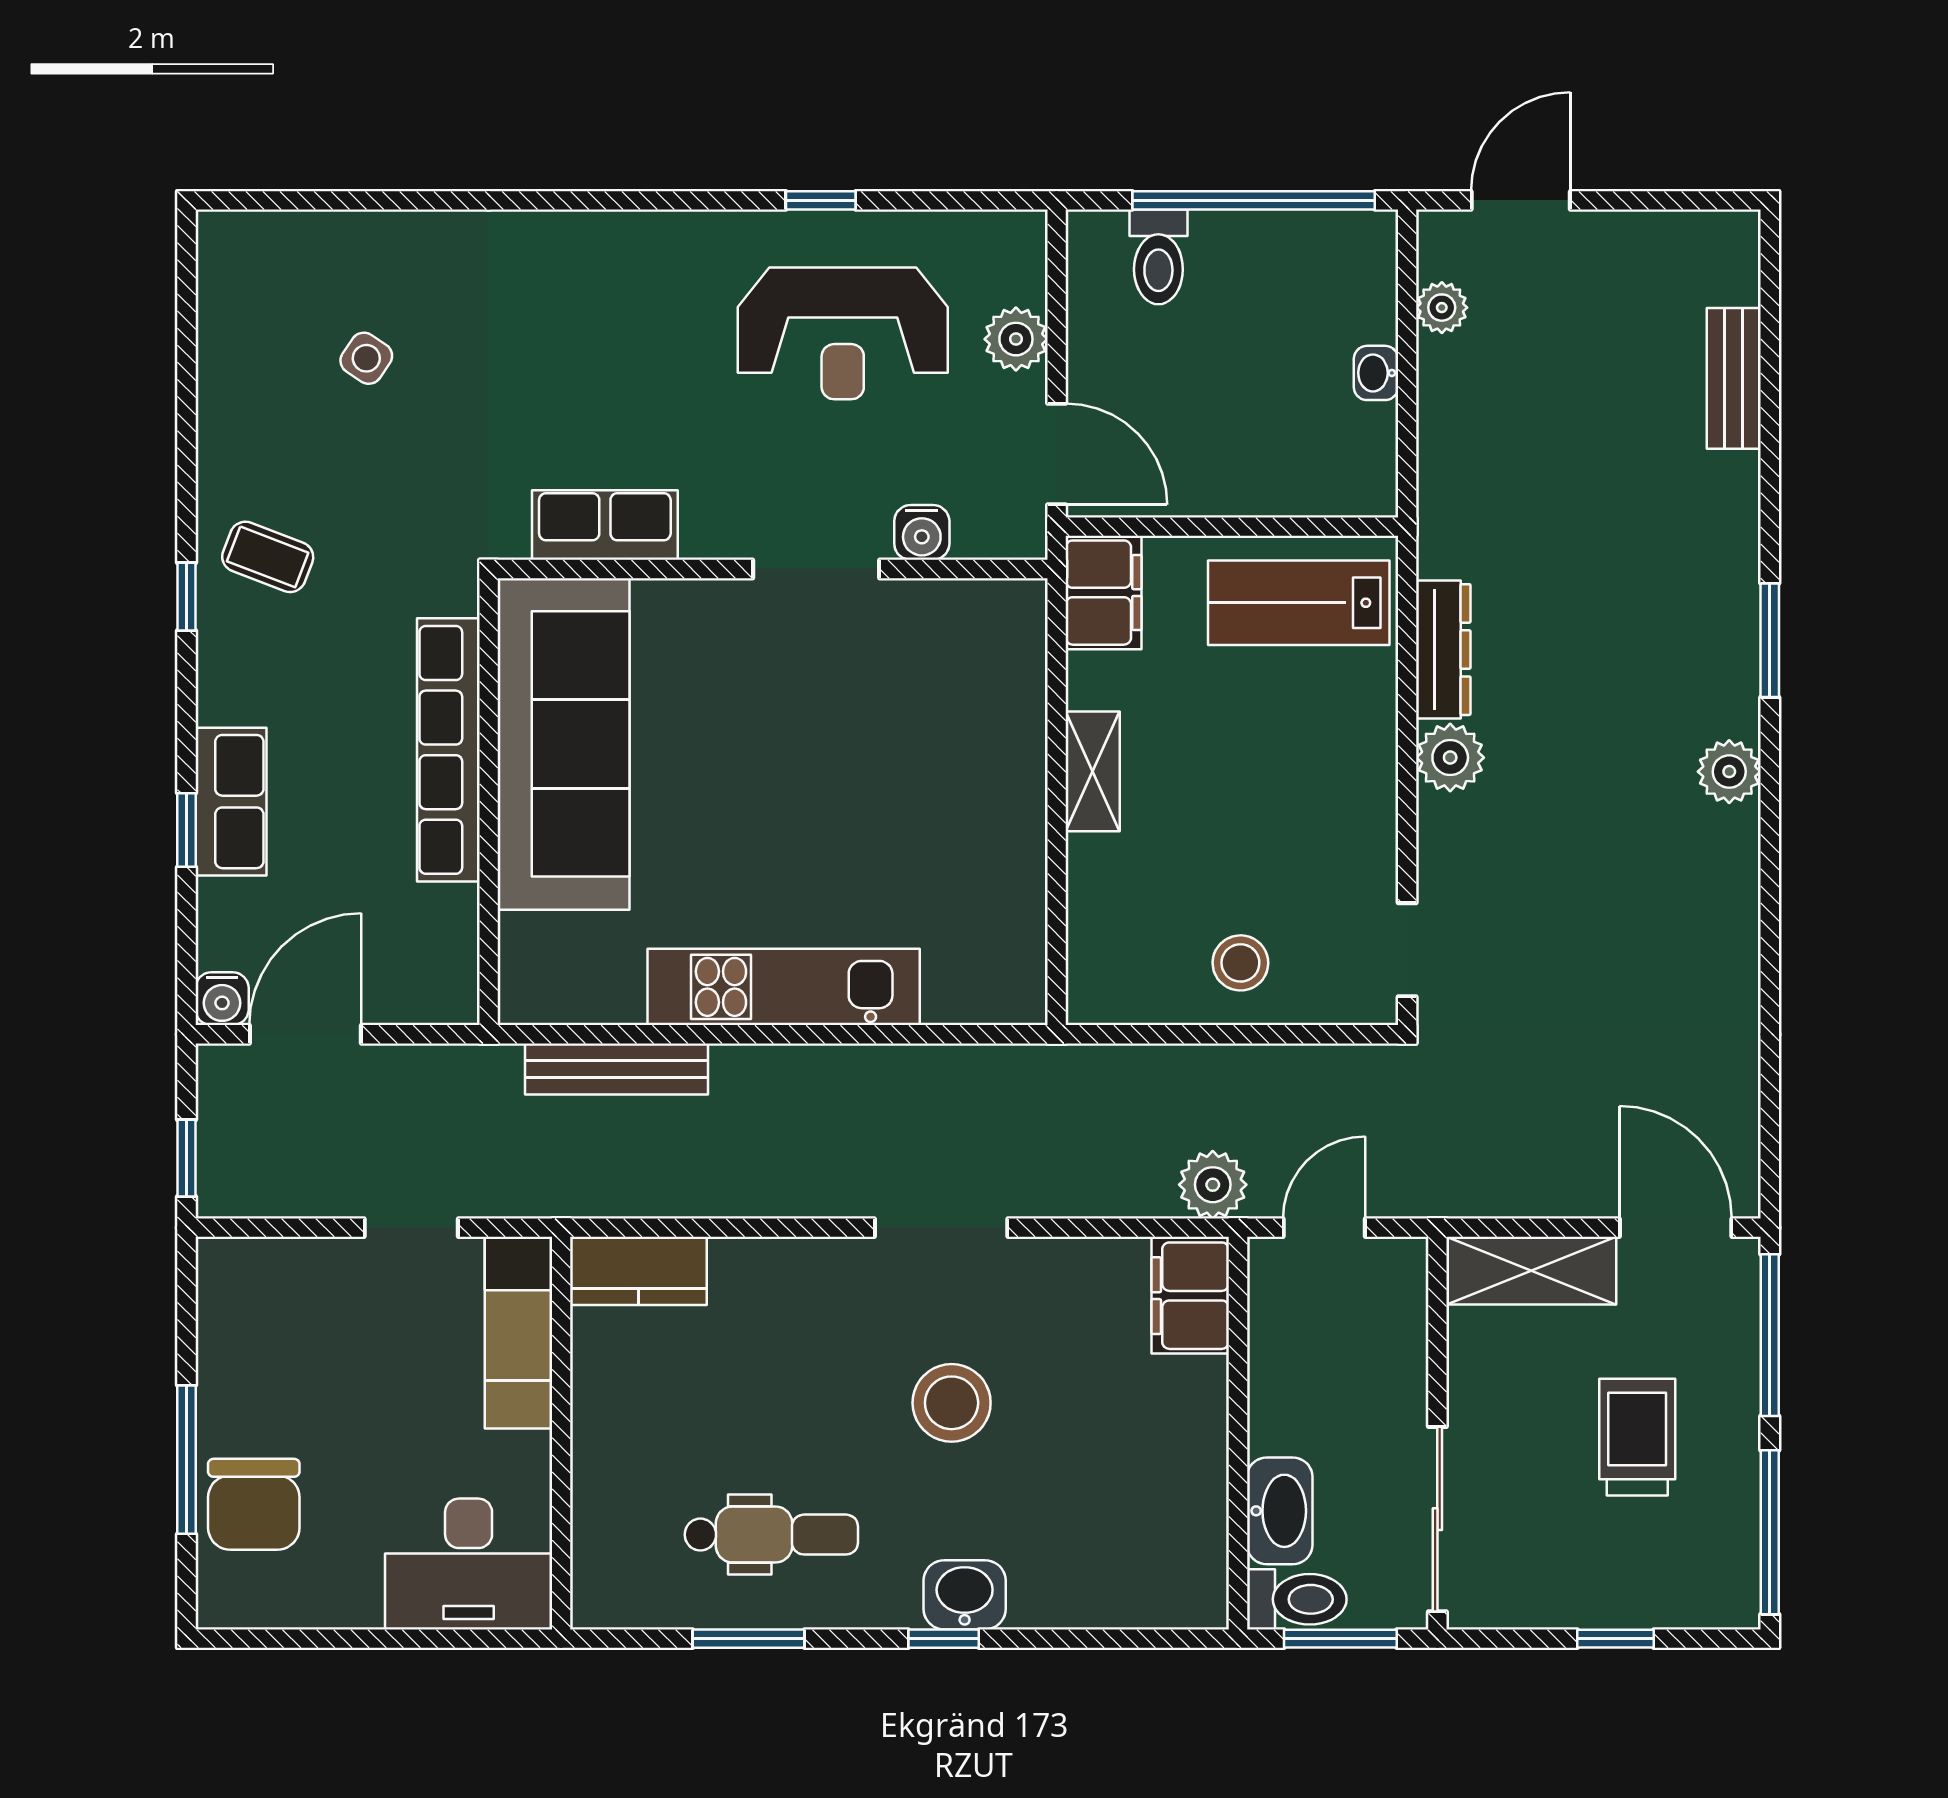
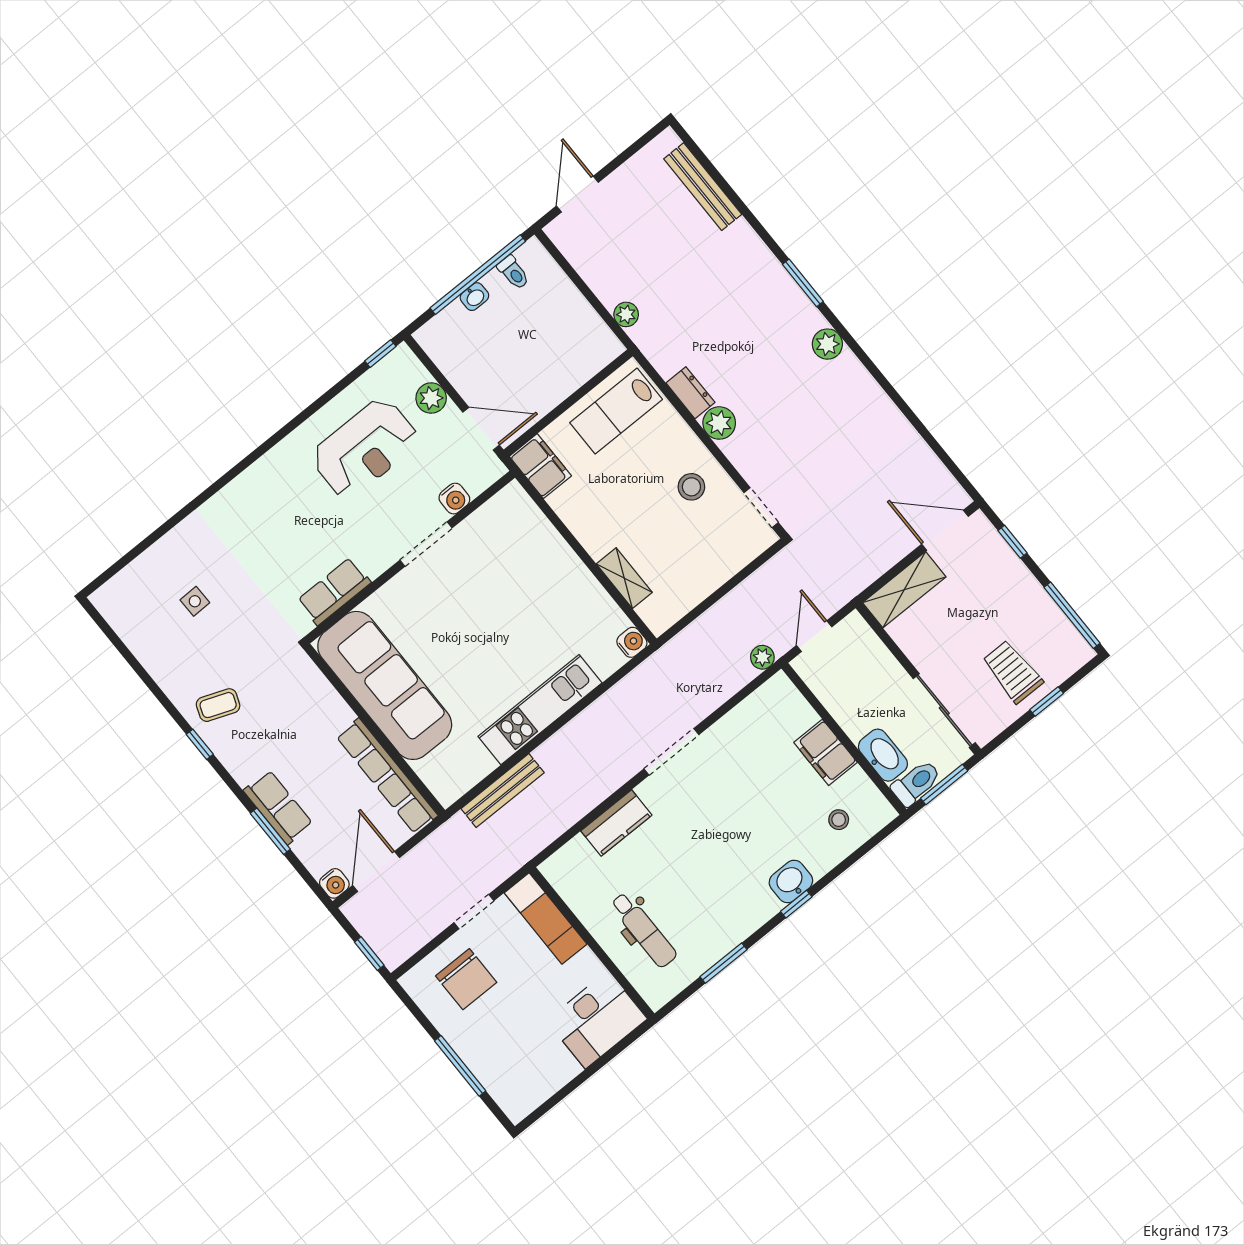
window: (821, 200) -> (380, 354), moved
toilet: (1158, 257) -> (513, 273), moved, width x0.73, depth x0.72
plant: (1442, 308) -> (626, 314), moved
side table: (366, 358) -> (195, 601), turned -35
washbasin: (1376, 373) -> (474, 297), moved, turned -90
bench: (1734, 378) -> (703, 187), width x1.36
dresser: (1443, 650) -> (690, 393), width x0.70
row of seats: (448, 750) -> (387, 776), moved
shelving: (1093, 771) -> (624, 578), moved
window: (186, 830) -> (270, 831), width x1.50
stool: (1240, 963) -> (691, 487), moved
water cooler: (1021, 998) -> (632, 642), added
plant: (1213, 1185) -> (762, 657), width x0.73, depth x0.73
kitchen counter: (638, 1271) -> (616, 823), moved
filing cabinet: (1190, 1296) -> (826, 752), moved
window: (1770, 1335) -> (1013, 542), width x0.46
stool: (952, 1403) -> (839, 820), moved, width x0.53, depth x0.53
trolley: (1637, 1437) -> (1013, 672), moved
chair: (254, 1504) -> (466, 979), moved
dental chair: (771, 1535) -> (644, 930), moved, turned 90

